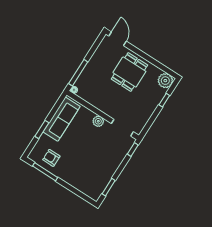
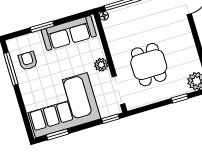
dining table: (129, 72) -> (149, 65), moved, turned 90
corner sofa: (95, 167) -> (61, 105), added

